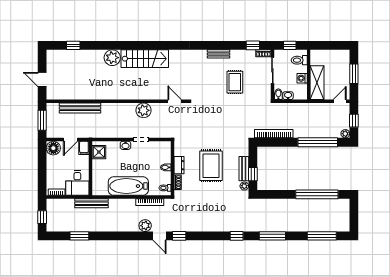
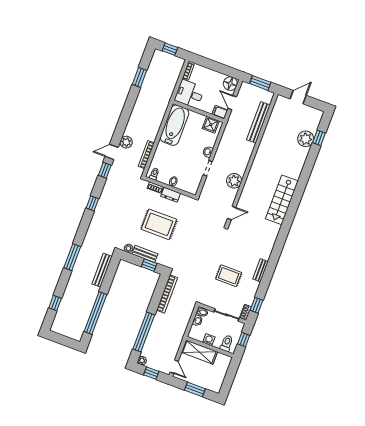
plant: (112, 58) -> (306, 139), moved
window: (253, 174) -> (149, 265), moved
bathtub: (128, 186) -> (175, 125), moved
bench: (91, 203) -> (102, 270), moved
window: (237, 236) -> (92, 203), moved
window: (322, 236) -> (55, 303), width x0.46

